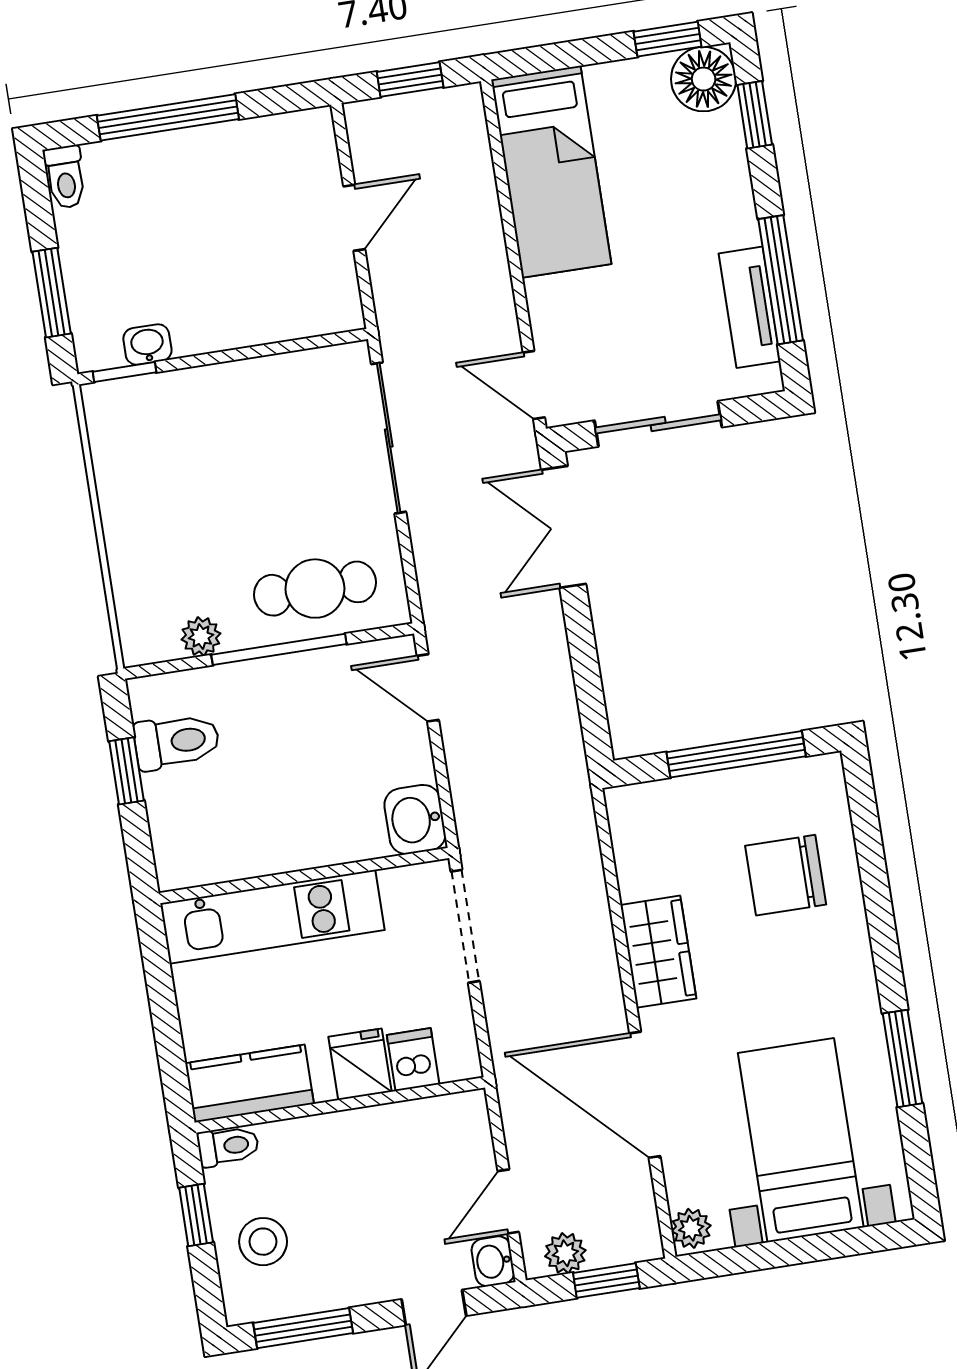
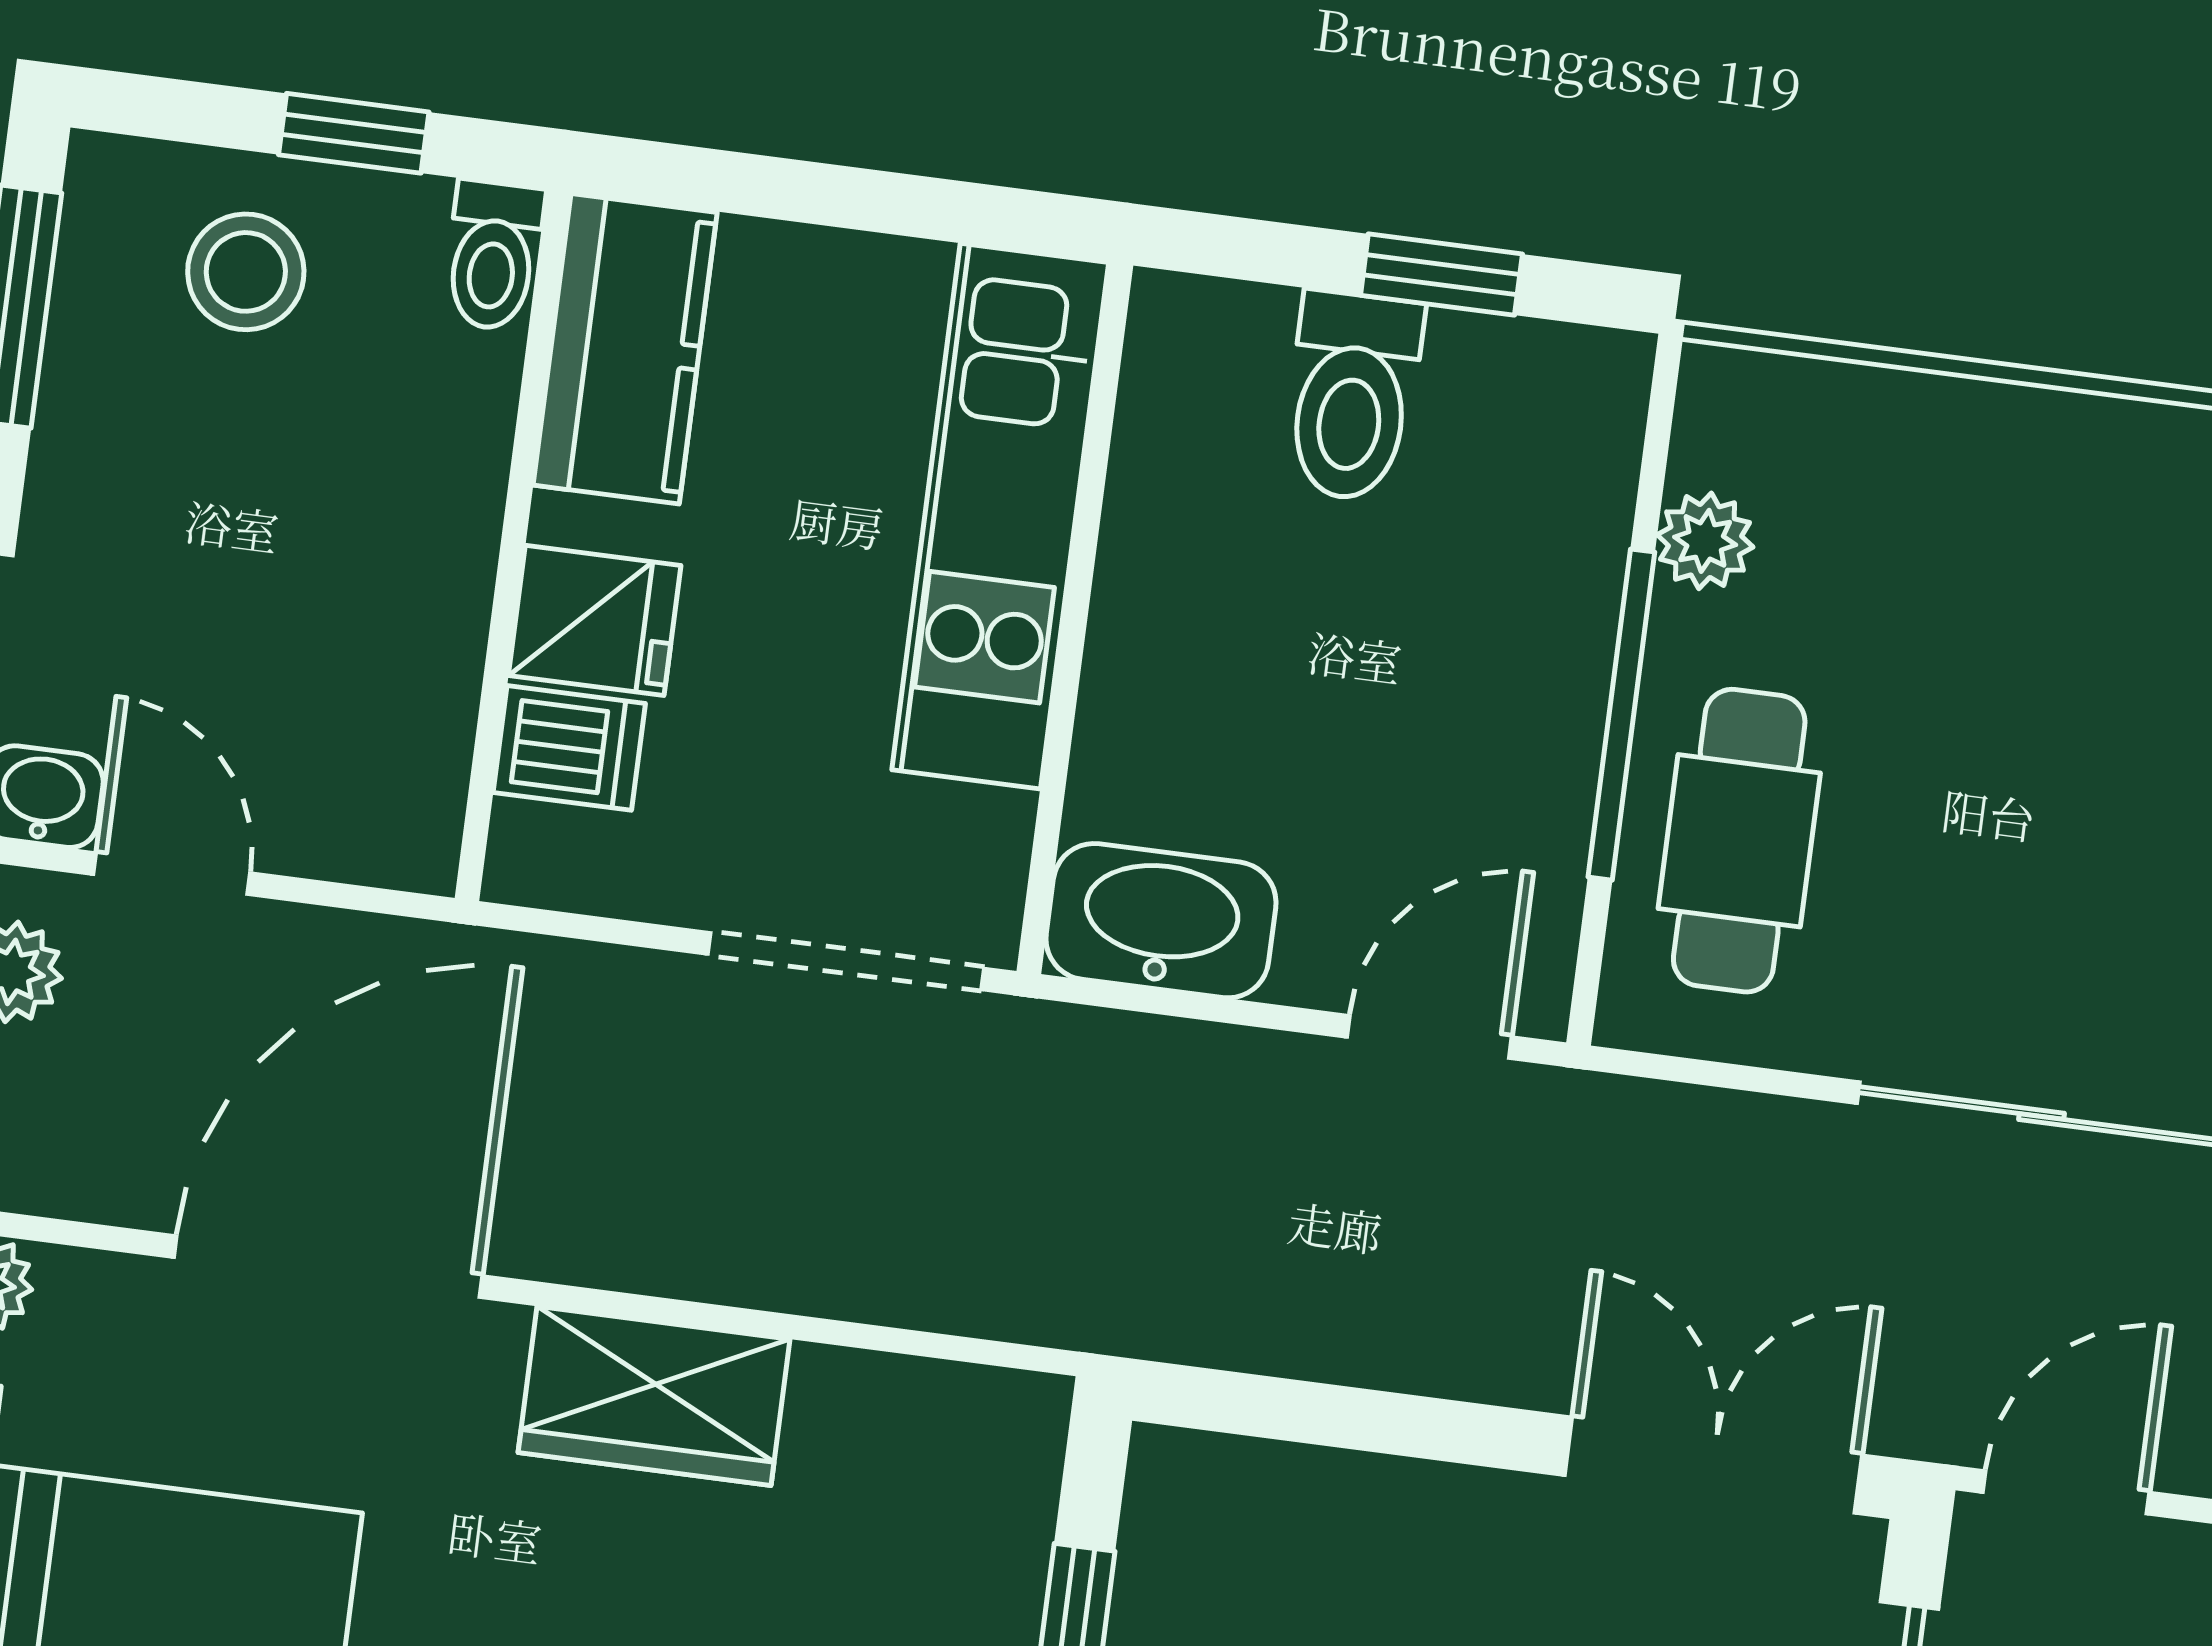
toilet: (177, 742) -> (1352, 396), moved
washbasin: (415, 819) -> (1161, 921), width x1.38

